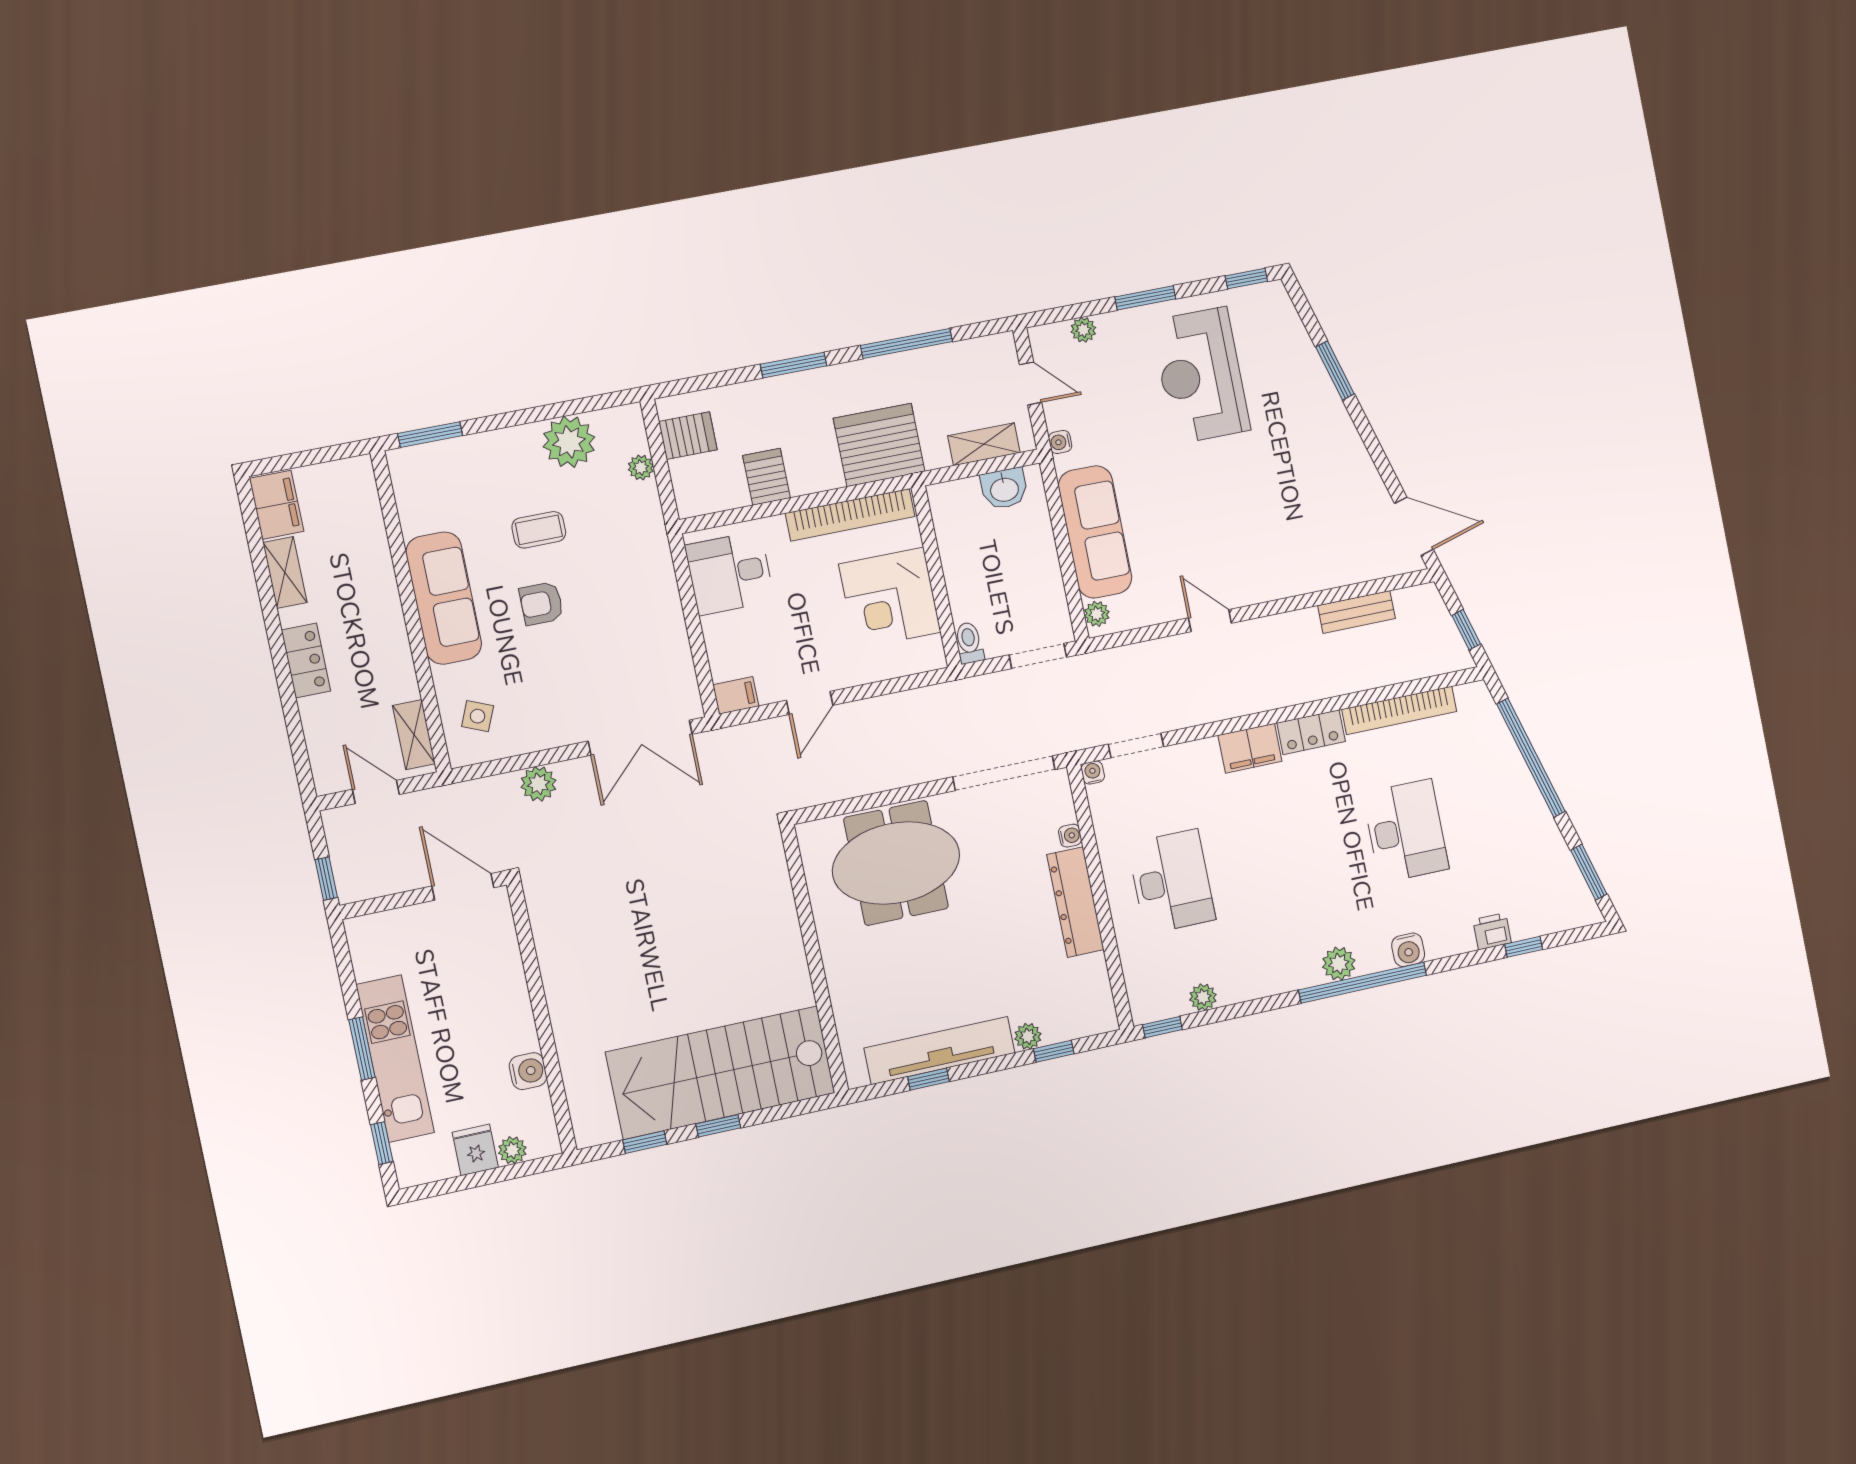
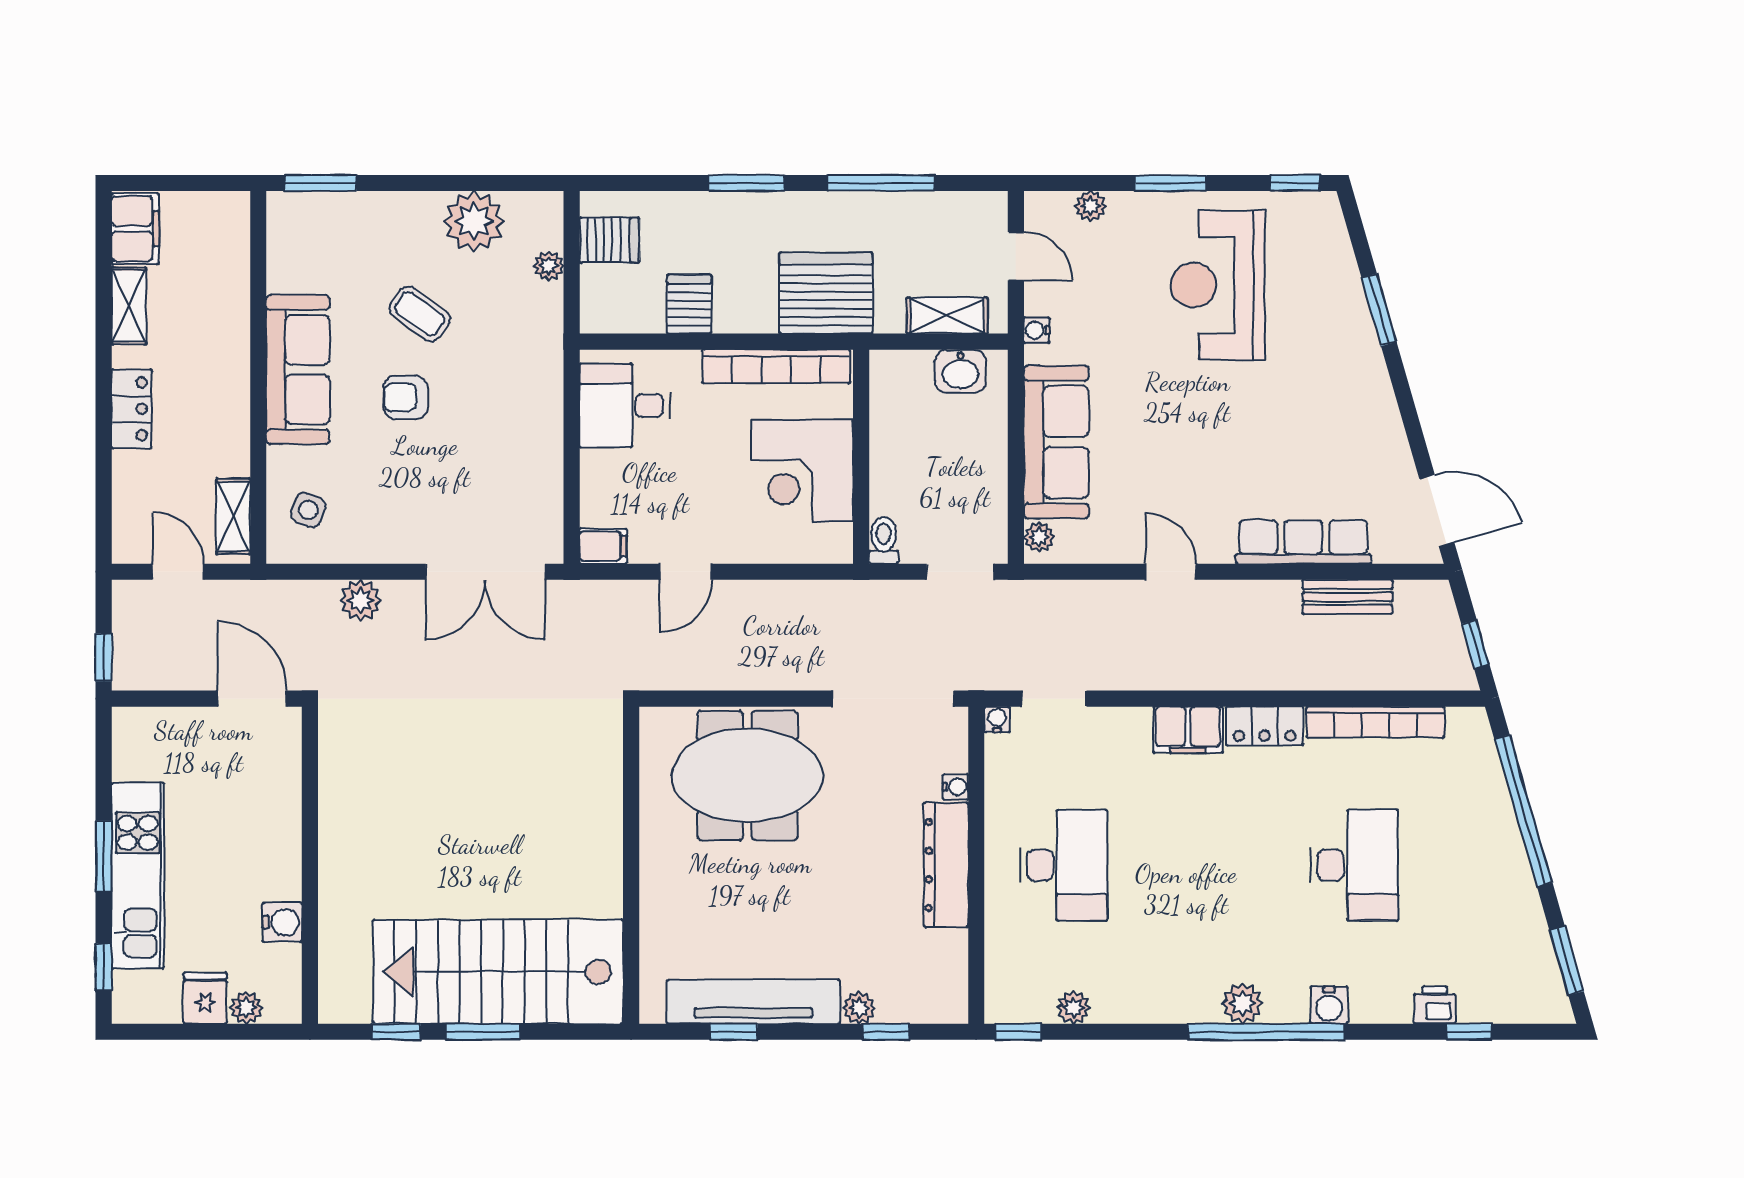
coffee table: (539, 530) -> (420, 314), turned 36
row of seats: (1312, 574) -> (1303, 542), added
window: (718, 1126) -> (483, 1032), width x1.50

